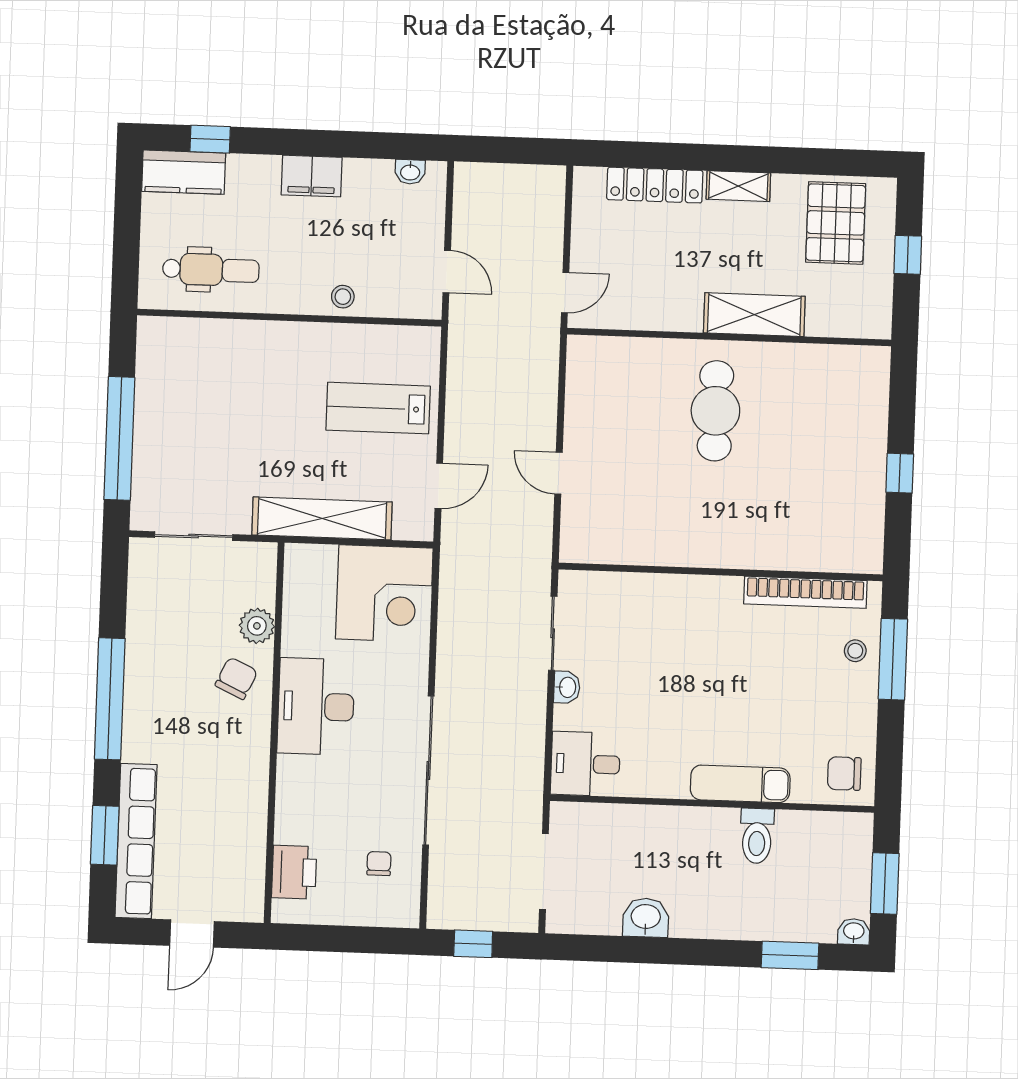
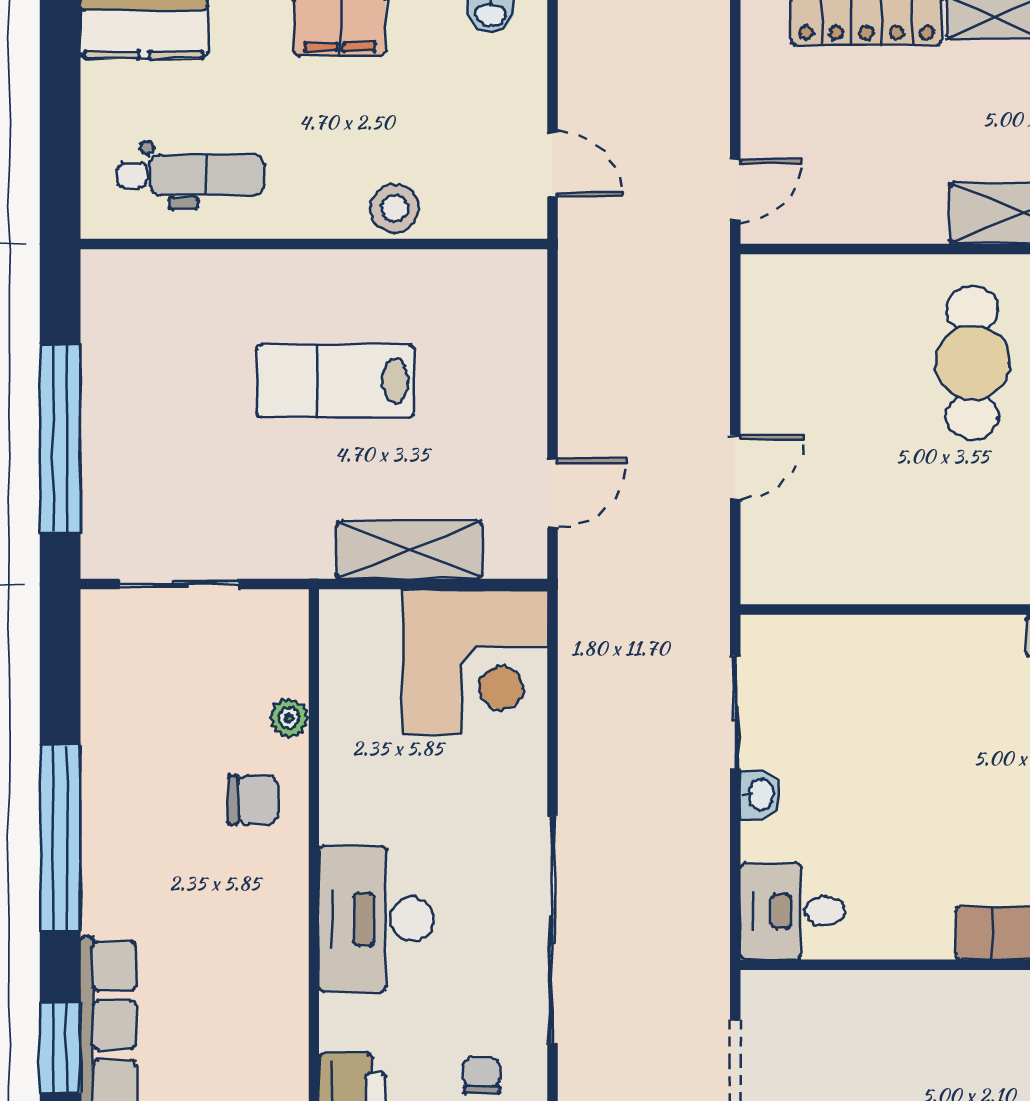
stool: (343, 297) -> (395, 209), width x1.37, depth x1.37
lab bench: (378, 408) -> (335, 381), moved
door: (559, 473) -> (735, 467), swing flipped
shelving: (322, 518) -> (409, 550), width x0.68
plant: (257, 626) -> (289, 718), width x0.73, depth x0.73
chair: (236, 678) -> (253, 800), turned 65
desk: (316, 706) -> (376, 919), moved

